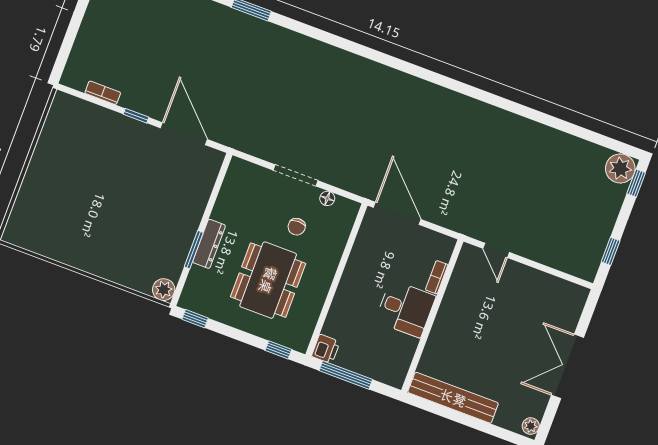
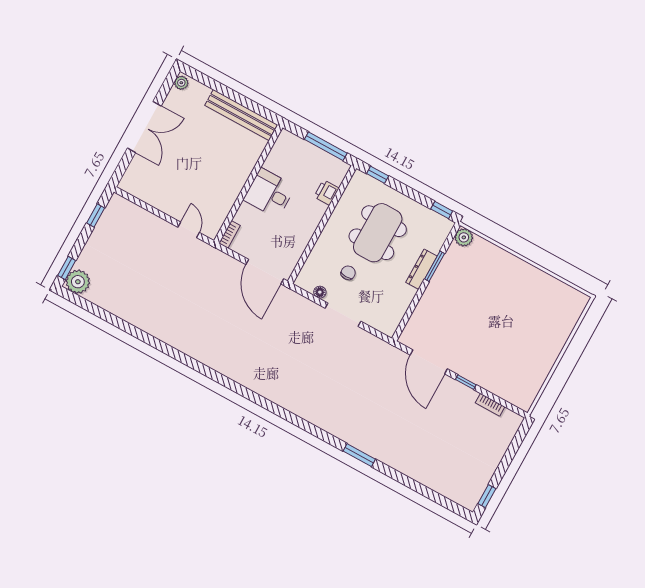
bookcase: (437, 277) -> (230, 234), moved
printer: (326, 349) -> (327, 192), moved

